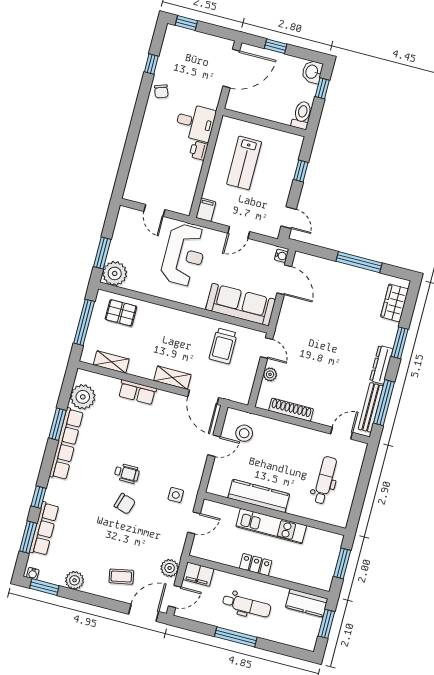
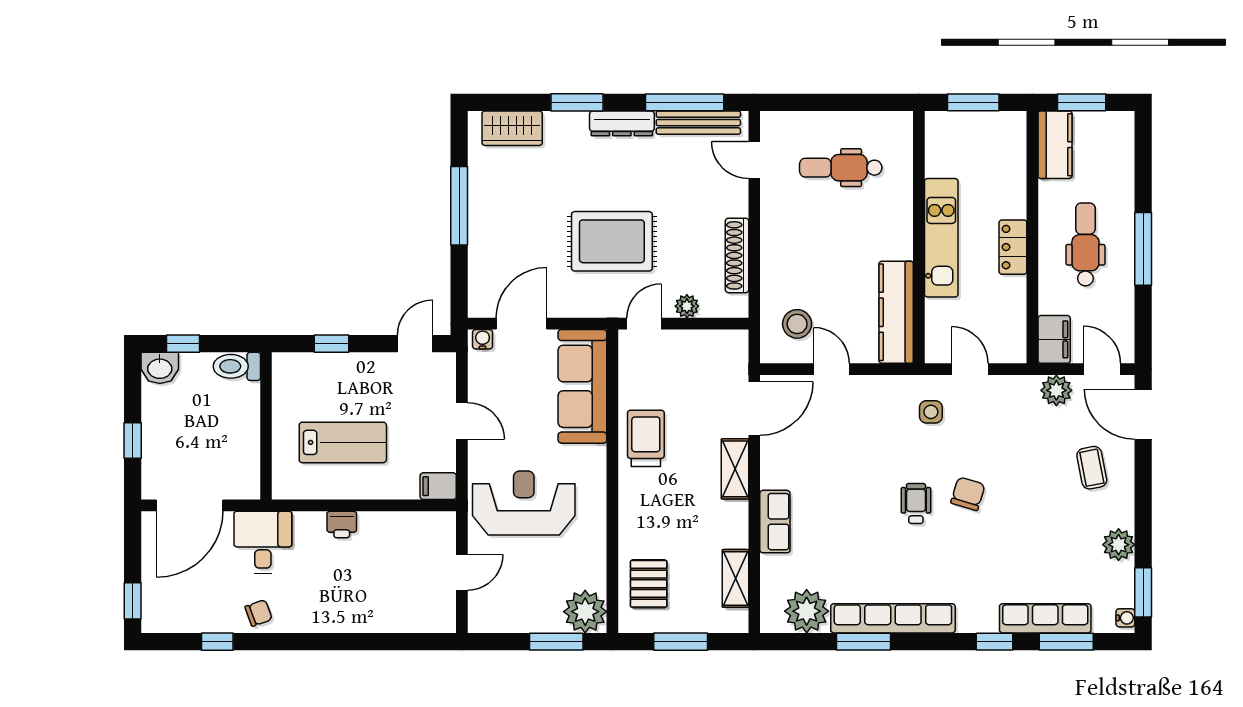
door: (231, 69) -> (190, 505), swing flipped
desk: (195, 122) -> (263, 542), moved
window: (84, 322) -> (681, 642), width x0.69
rug: (317, 342) -> (612, 241), added
trolley: (223, 346) -> (646, 438), moved, turned -90
kitchen counter: (259, 496) -> (896, 312), moved

